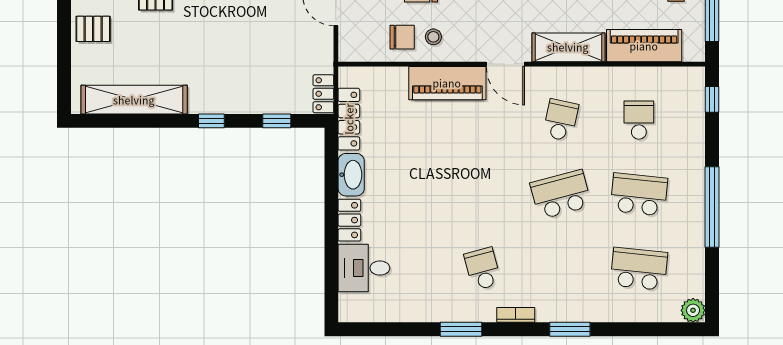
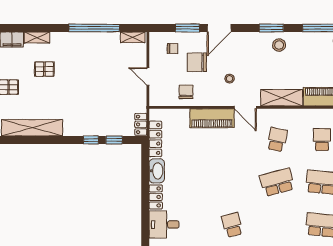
chair: (402, 37) -> (186, 92), turned -90
stool: (433, 37) -> (230, 79), moved
window: (211, 121) -> (91, 140), moved

